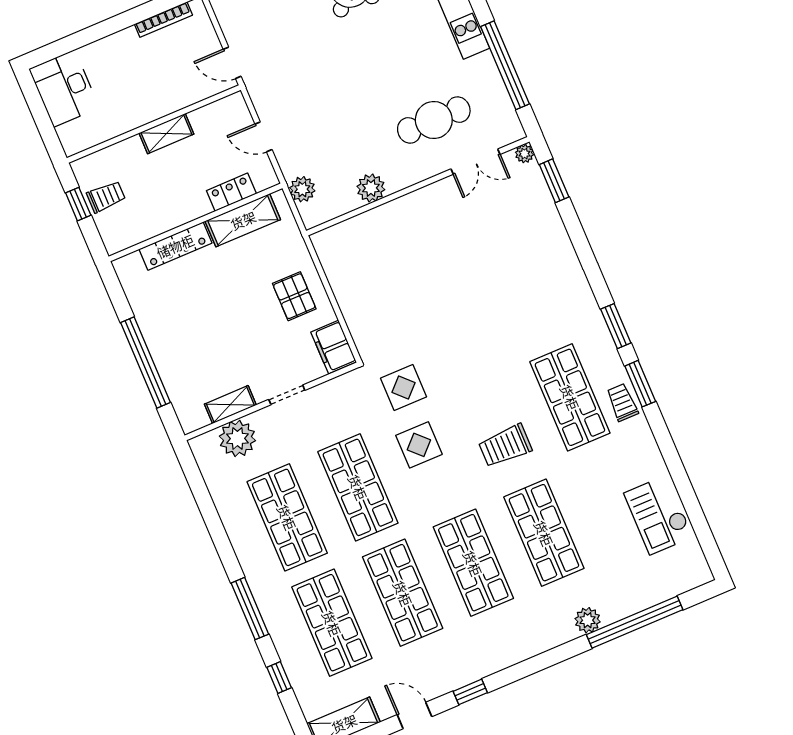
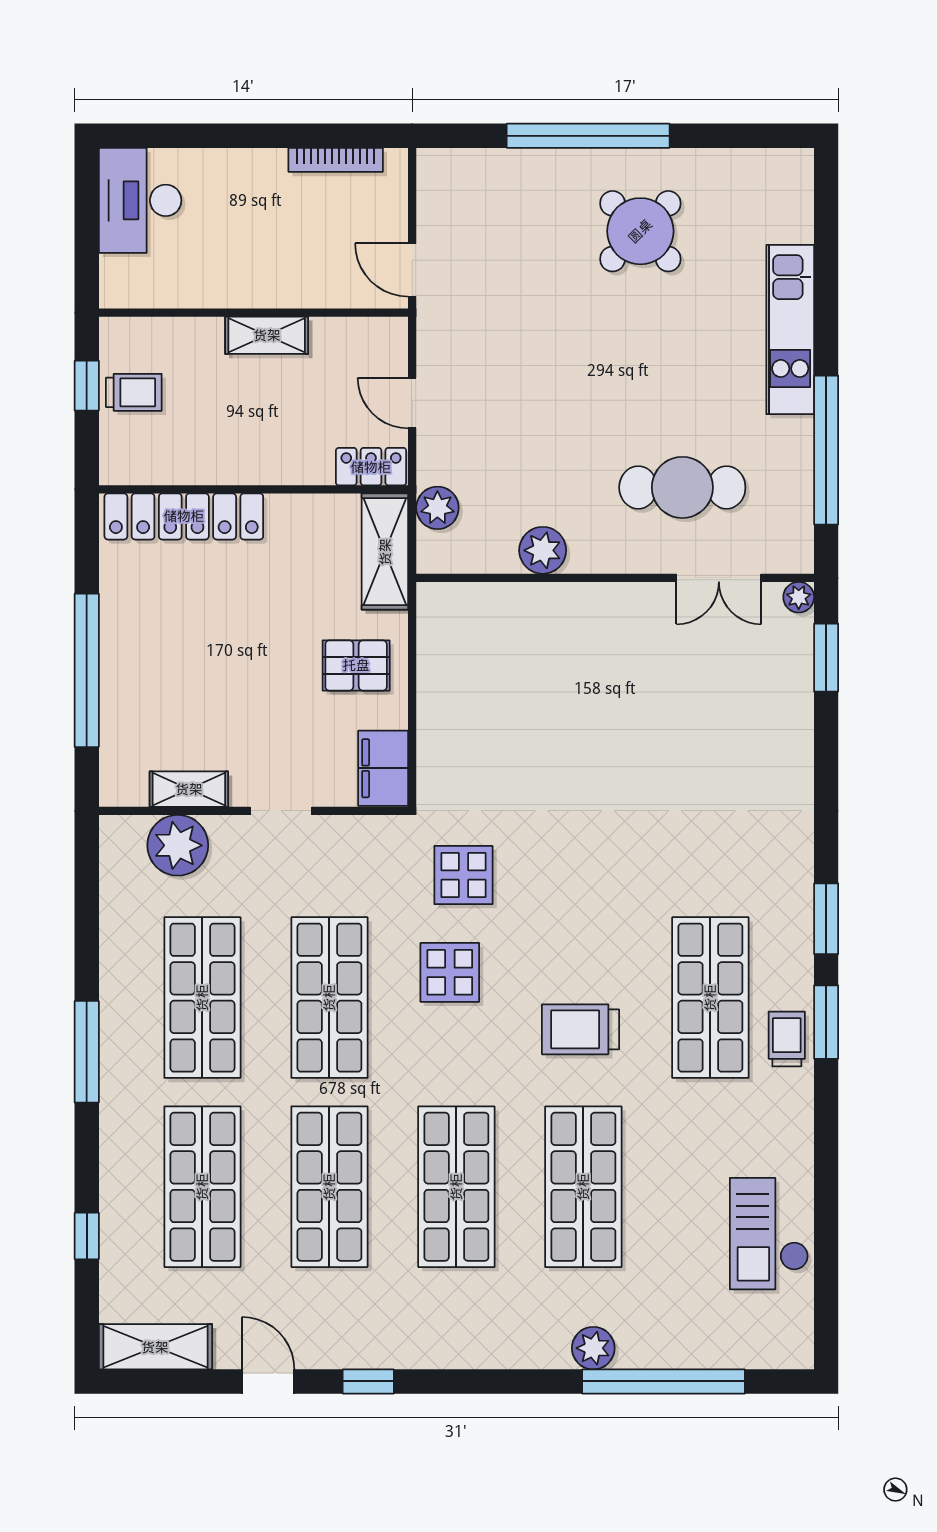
locker: (231, 192) -> (371, 467), moved
shelving: (243, 220) -> (385, 552), moved, turned 90
locker: (175, 246) -> (184, 516), width x1.41, depth x1.21
pallet: (294, 296) -> (356, 665), turned 90
window: (250, 609) -> (87, 1052), moved

